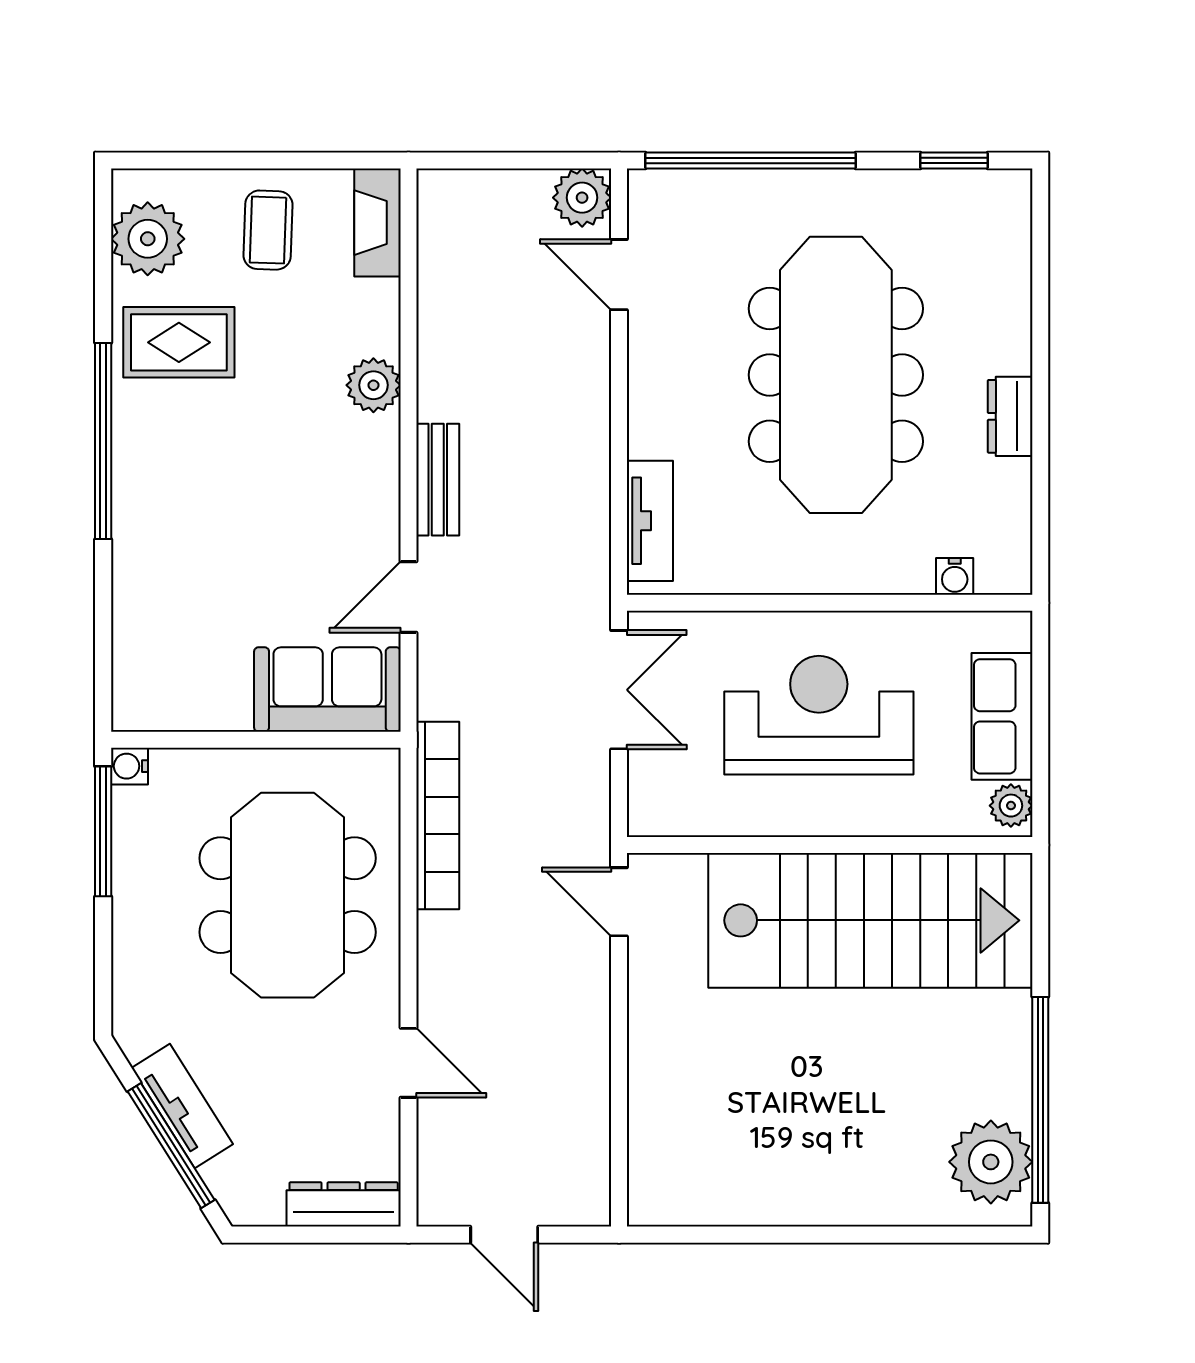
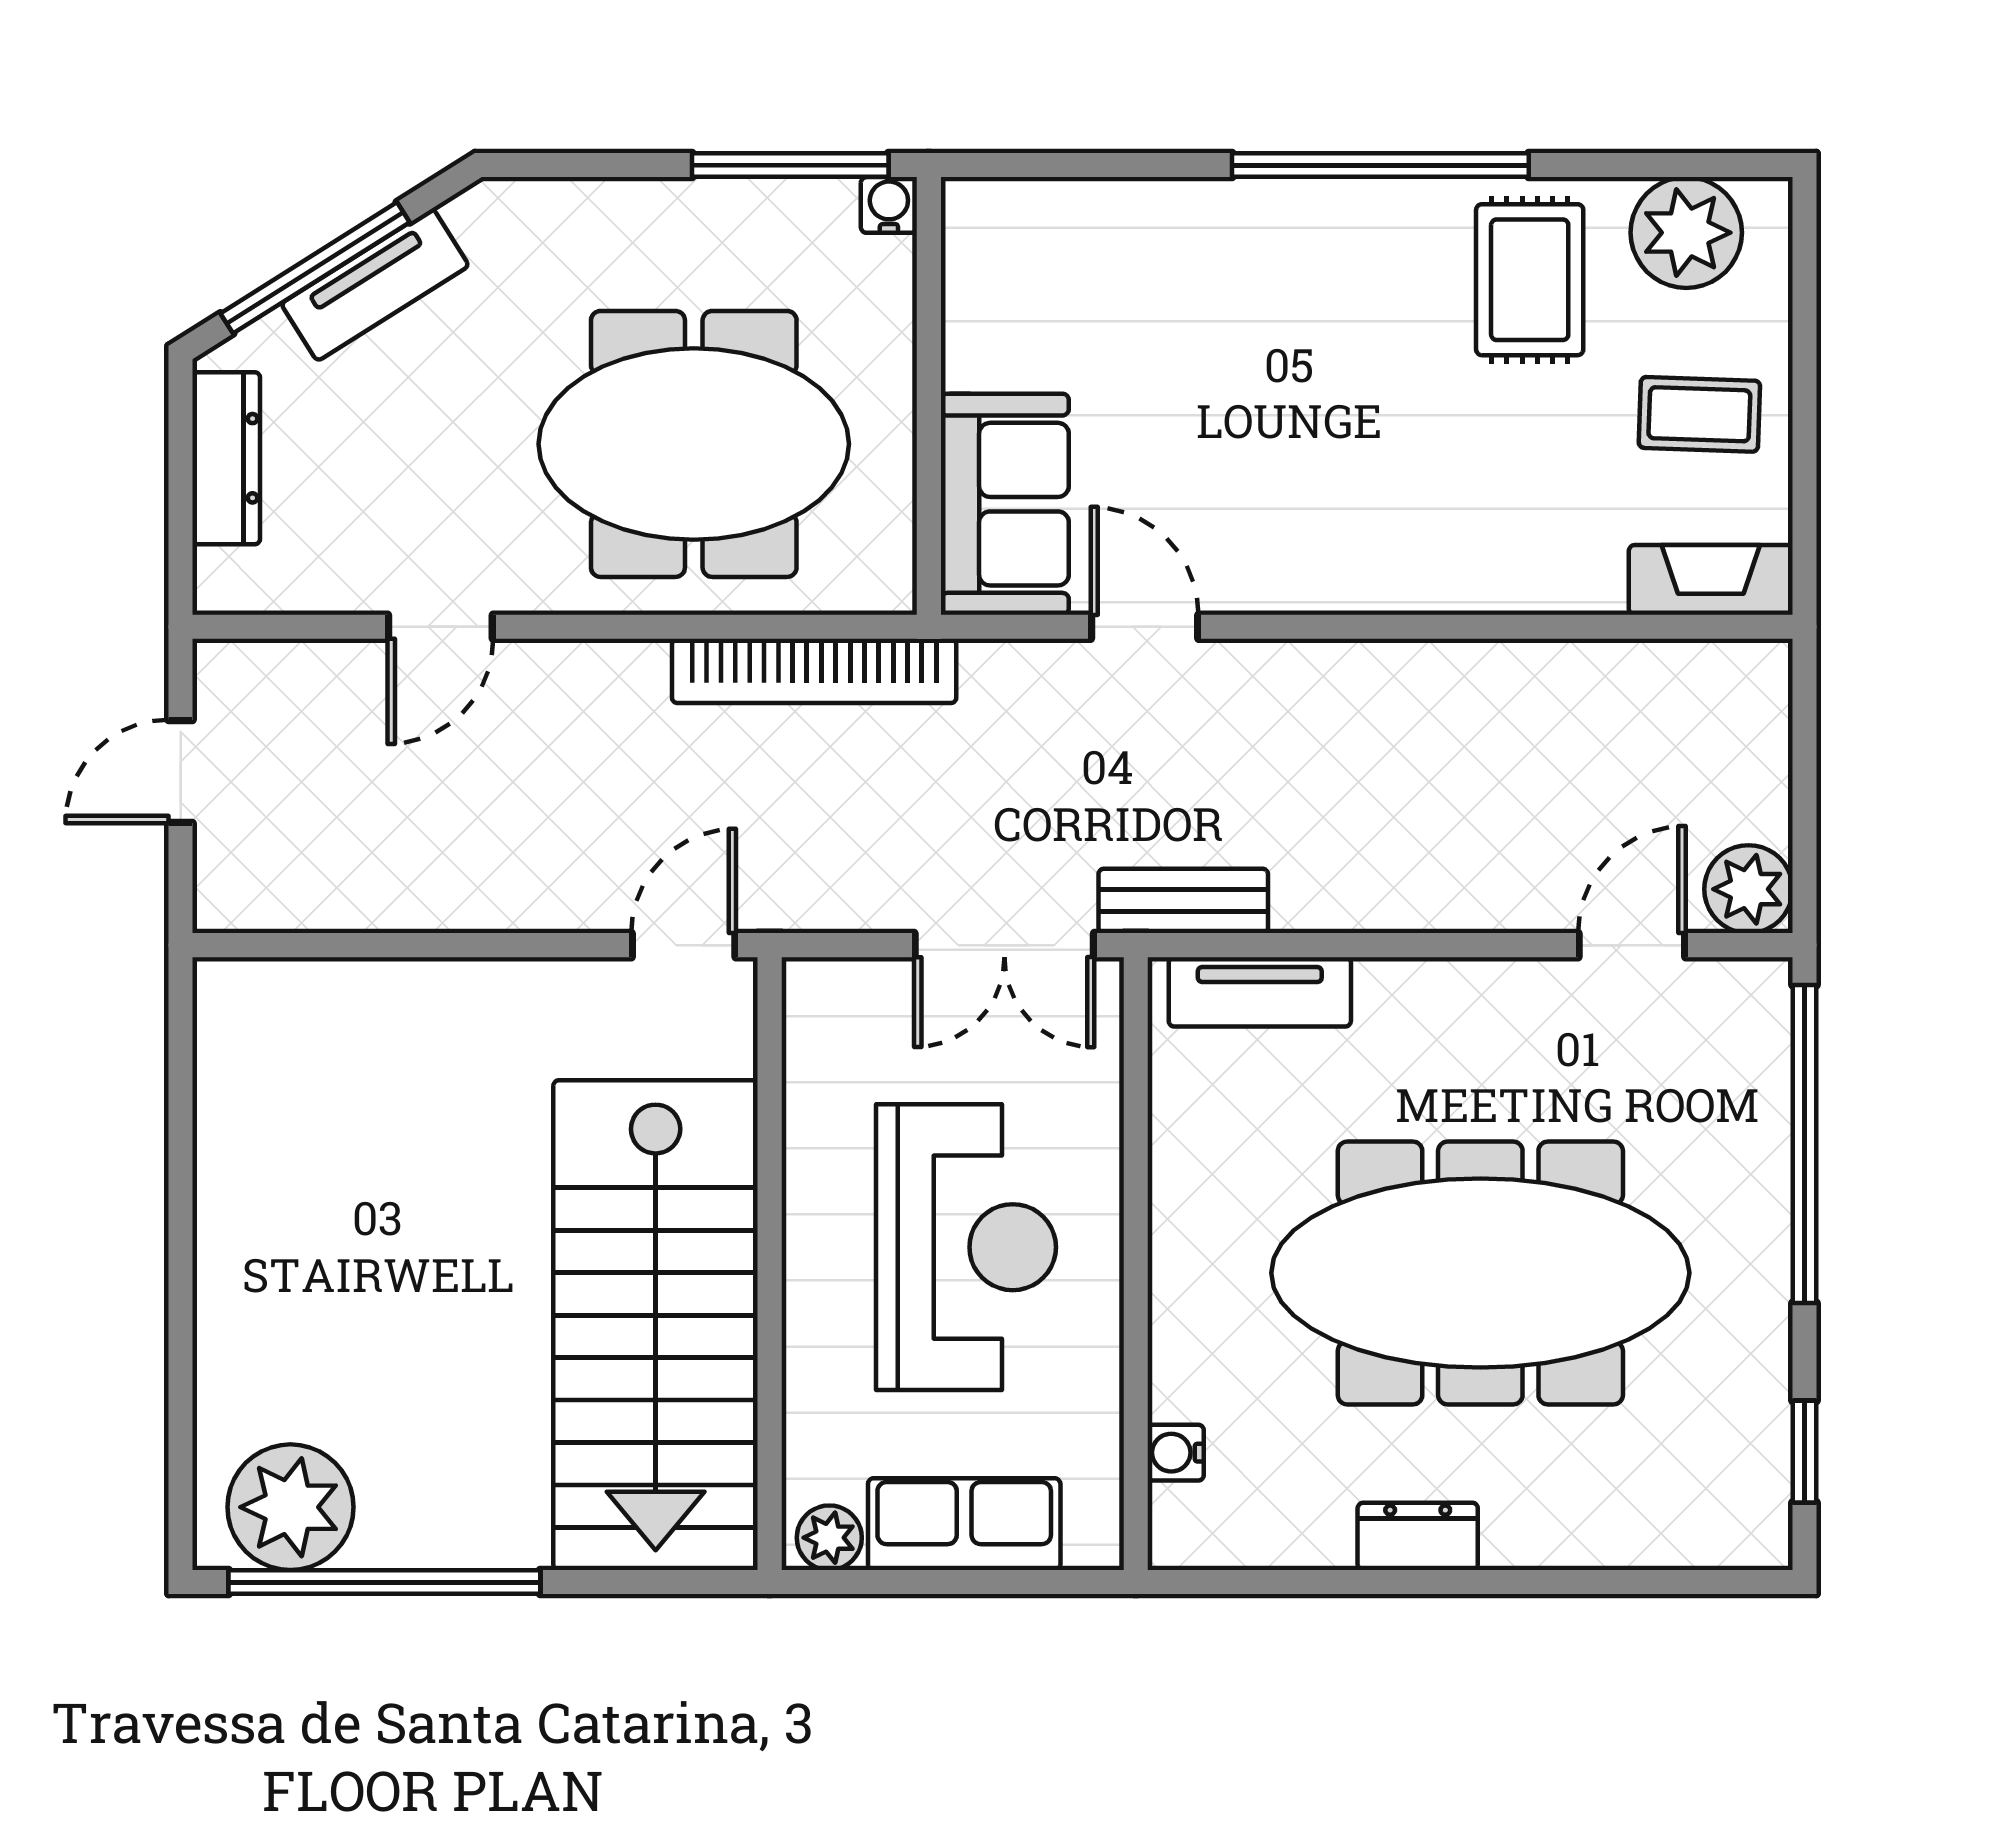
plant: (373, 385) -> (1465, 574), removed
bench: (438, 480) -> (1183, 901), moved
dresser: (344, 1204) -> (226, 458), moved

